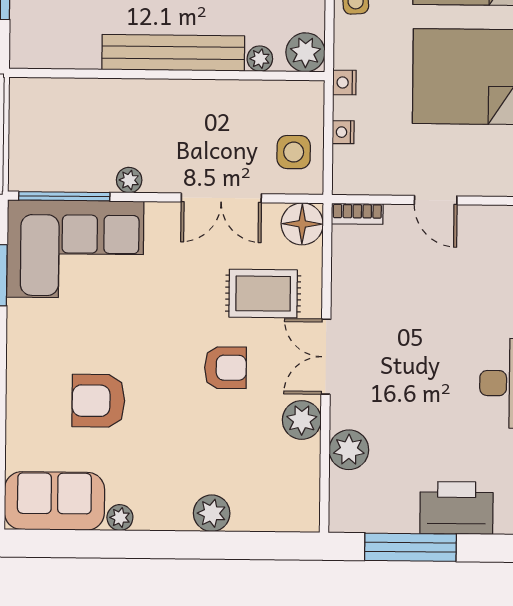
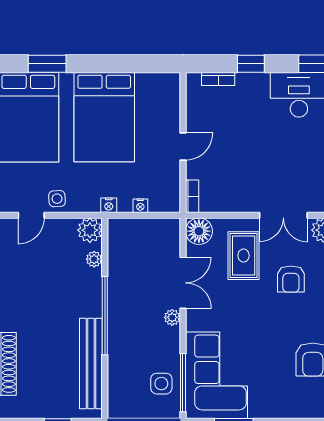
bench: (173, 53) -> (91, 363), moved
window: (171, 75) -> (105, 316), added
side table: (294, 152) -> (161, 384), moved
plant: (129, 180) -> (172, 317), moved
armchair: (225, 368) -> (291, 279), turned 180

